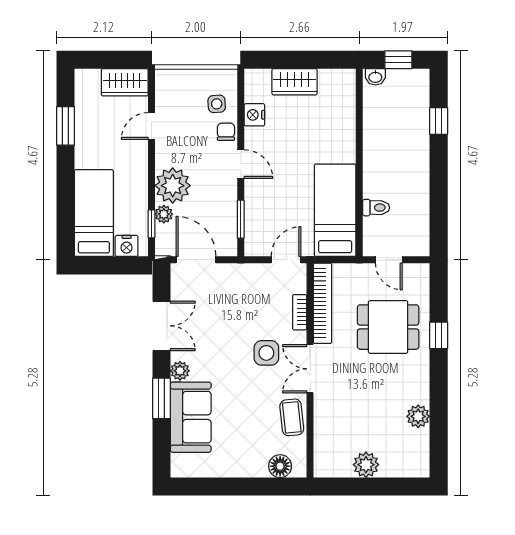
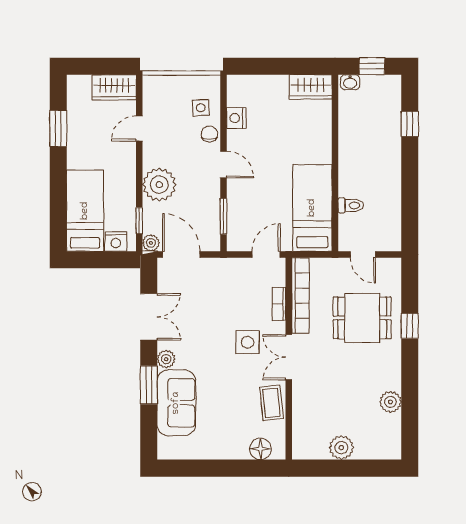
wardrobe: (295, 82) -> (311, 87), moved
plant: (164, 214) -> (151, 243), moved

